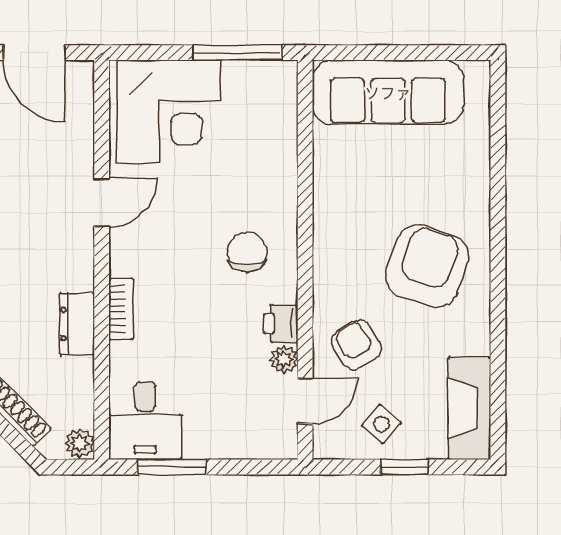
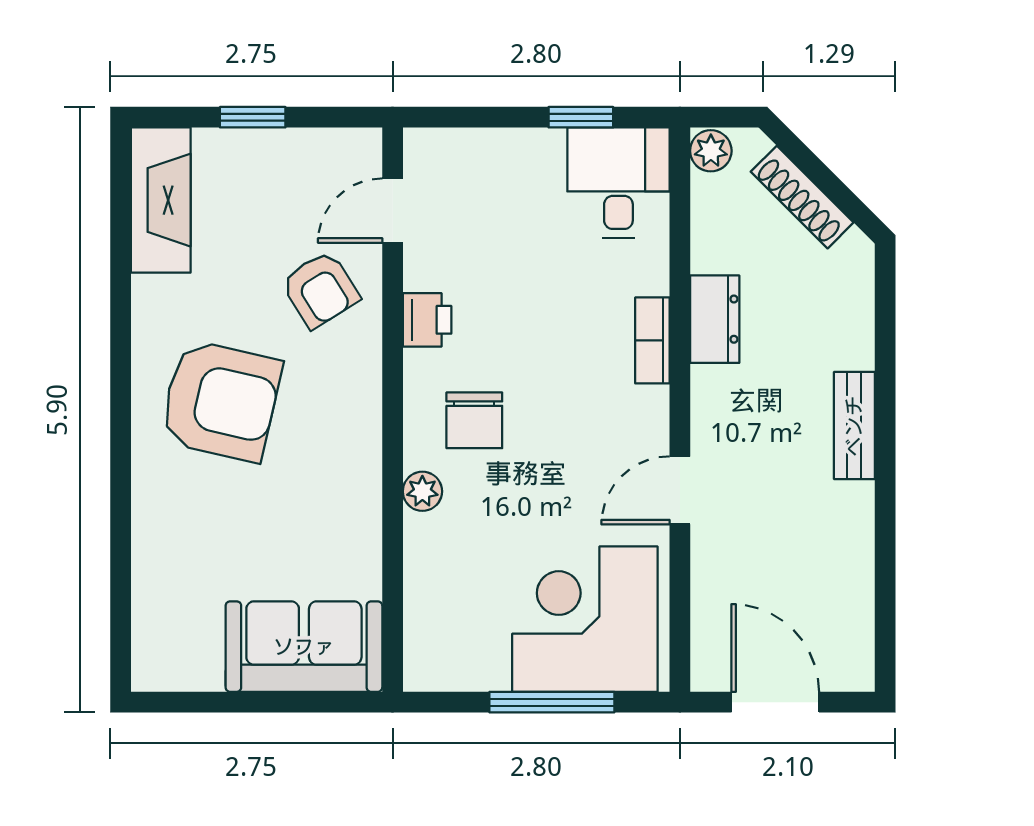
window: (238, 53) -> (552, 702), moved
sofa: (388, 92) -> (304, 647), width x0.73
armchair: (427, 266) -> (221, 401), turned -96
plant: (284, 359) -> (422, 491), moved
side table: (381, 424) -> (285, 178), removed
window: (172, 467) -> (581, 117), width x0.67

